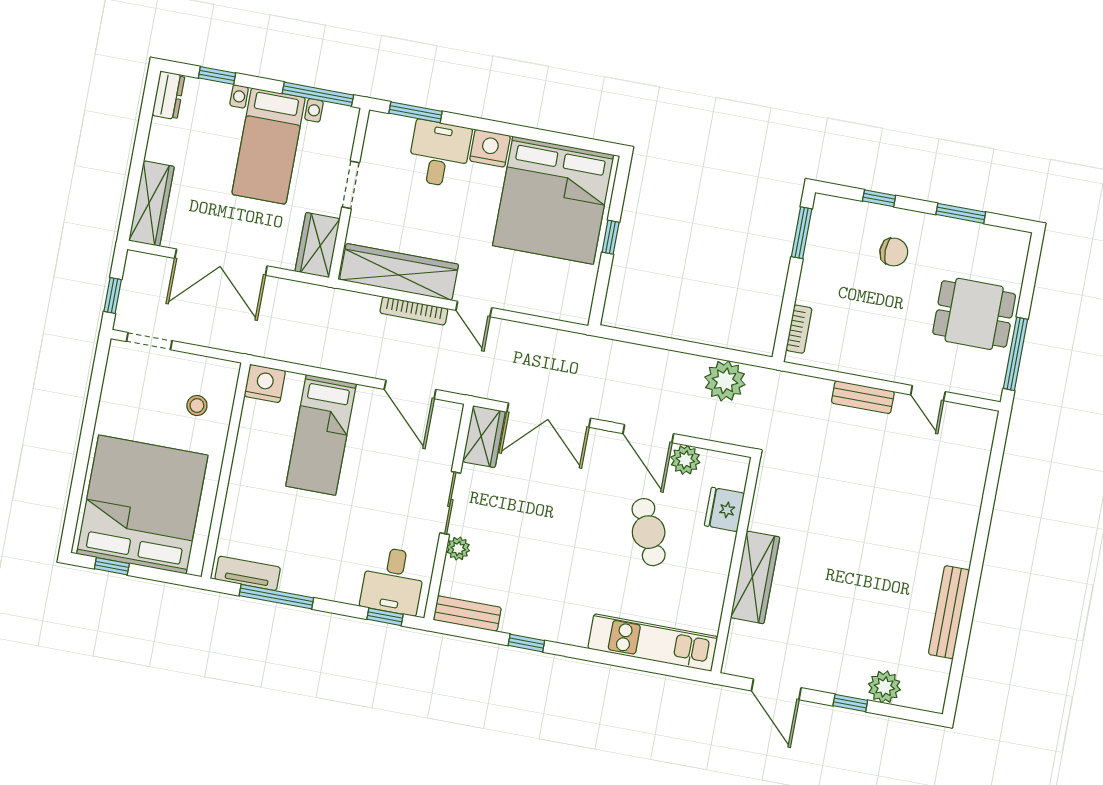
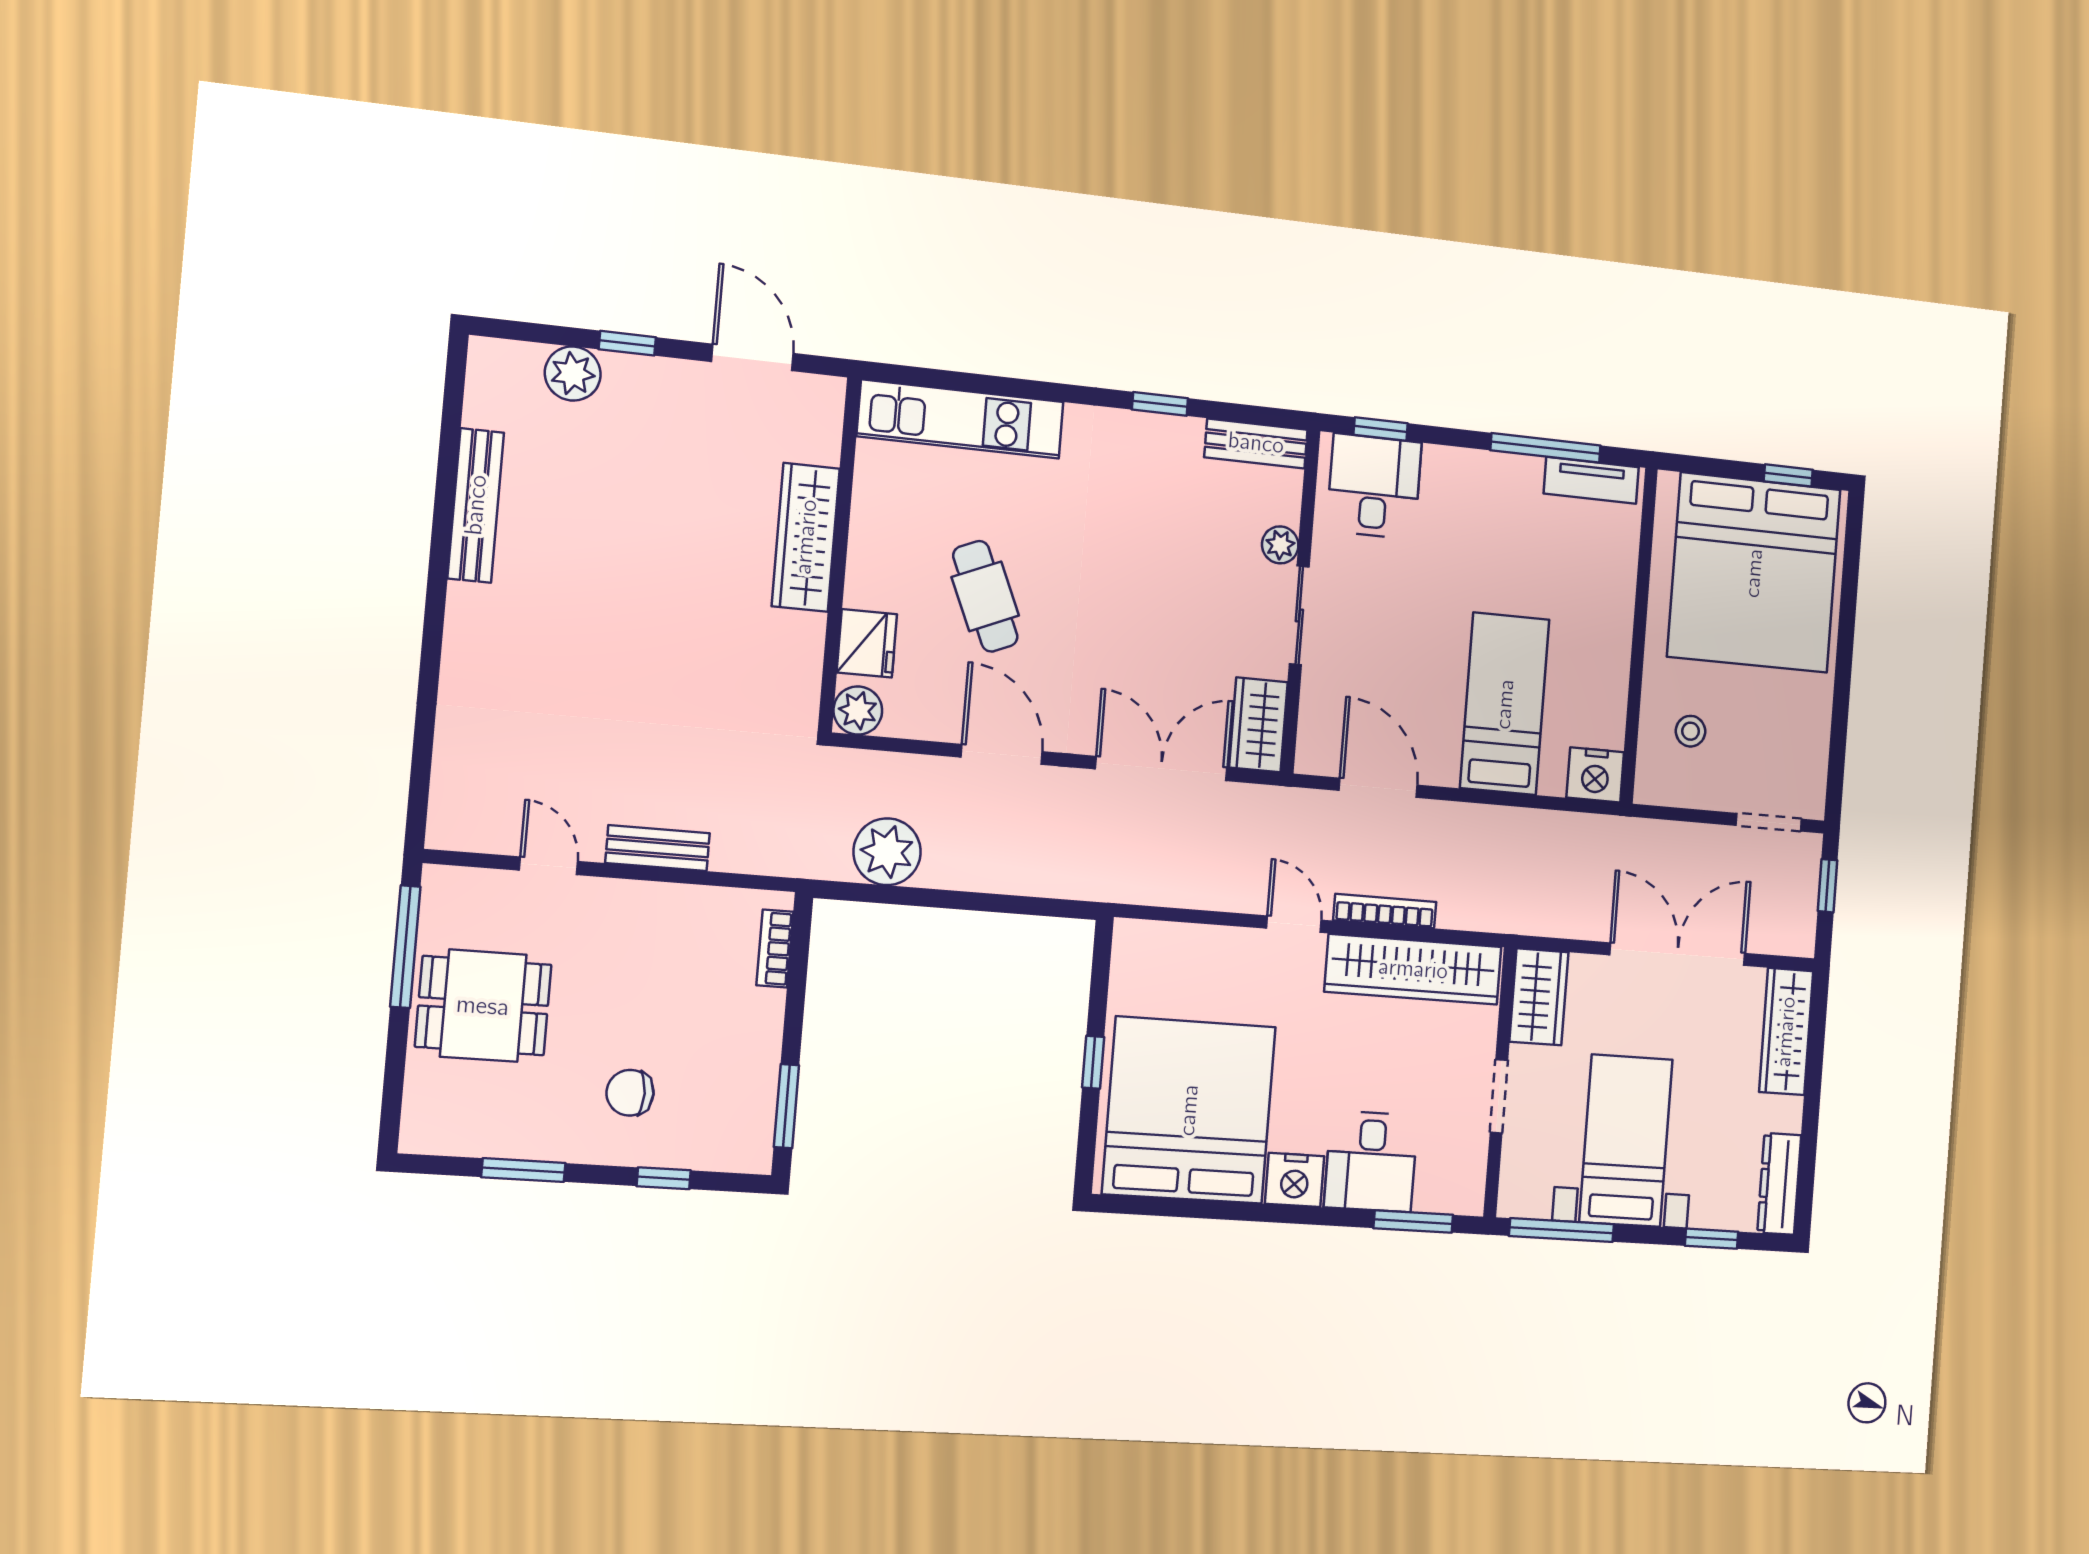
dresser: (168, 95) -> (1779, 1184), width x1.44
plant: (685, 460) -> (858, 710), moved

